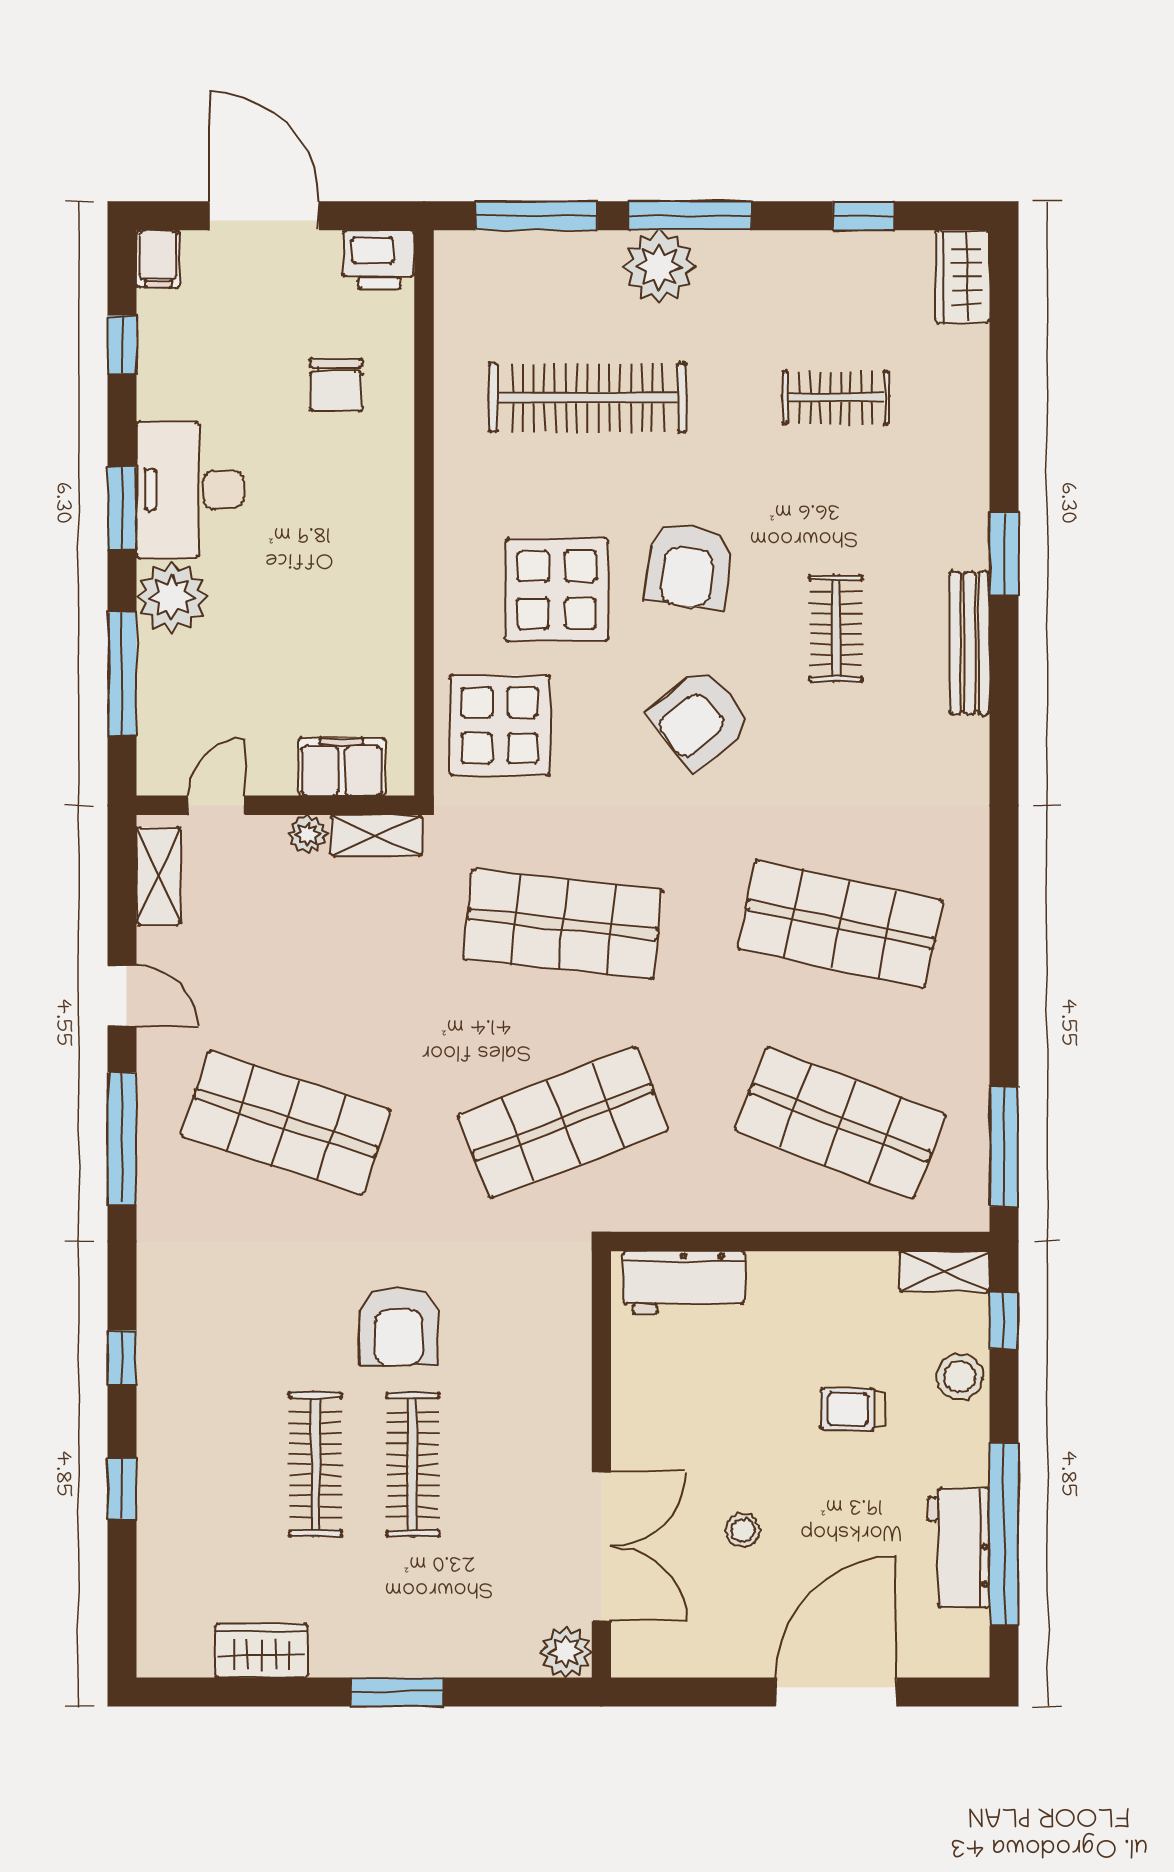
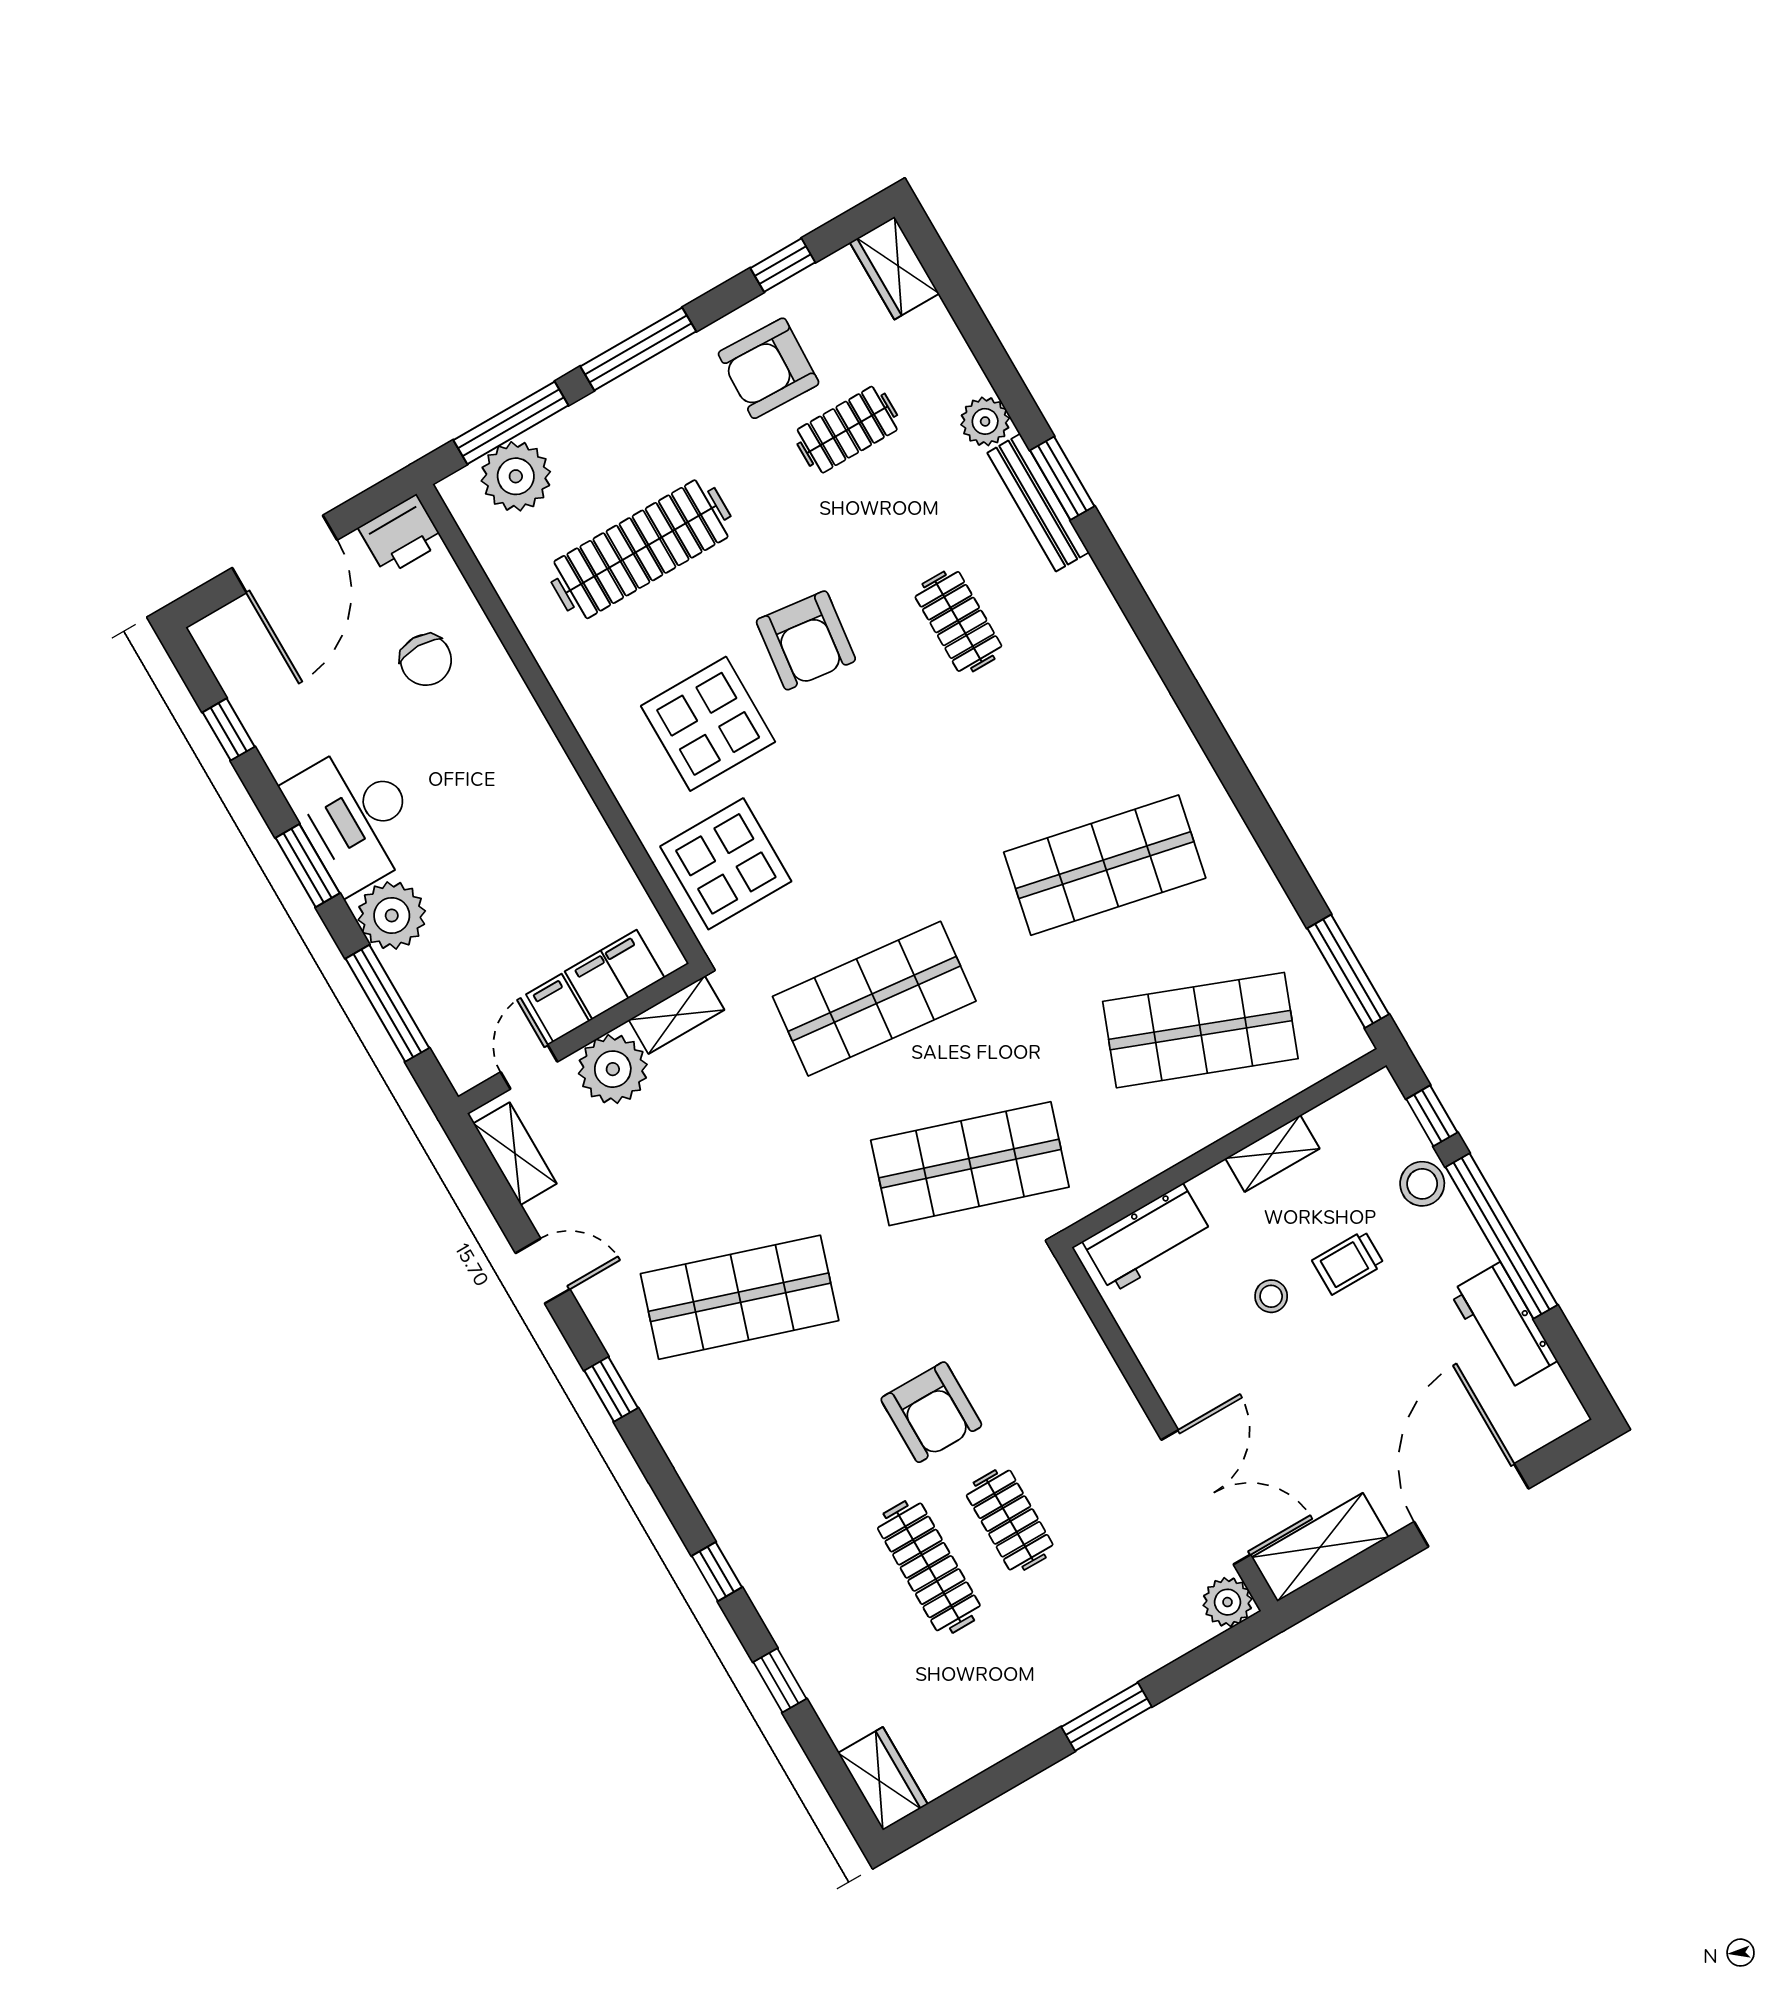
door: (264, 216) -> (285, 554), swing flipped
filing cabinet: (158, 259) -> (558, 1008), moved, turned 180
plant: (659, 267) -> (516, 476), moved
plant: (964, 462) -> (985, 421), added
bench: (970, 643) -> (1038, 503), moved
armchair: (700, 718) -> (769, 368), moved, turned 41
plant: (308, 834) -> (613, 1069), width x1.88, depth x1.88
shop shelf: (563, 1123) -> (970, 1164), turned 39
window: (122, 1138) -> (611, 1389), width x0.46
shelving: (944, 1271) -> (1272, 1153), moved
clothes rail: (413, 1464) -> (1010, 1520), width x0.73
stool: (743, 1531) -> (1271, 1296), moved
window: (1004, 1534) -> (1501, 1236), moved
wardrobe: (262, 1651) -> (883, 1779), moved, turned 90
shelving: (678, 1651) -> (1320, 1547), added

